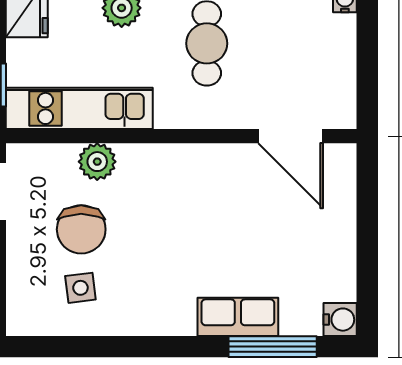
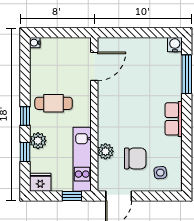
side table: (80, 288) -> (160, 173), moved
row of seats: (238, 317) -> (174, 119), moved

